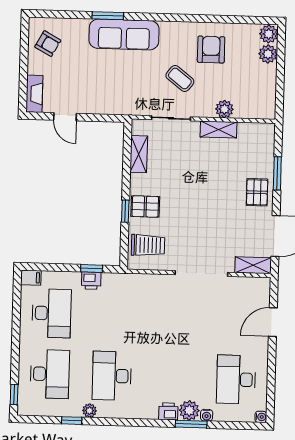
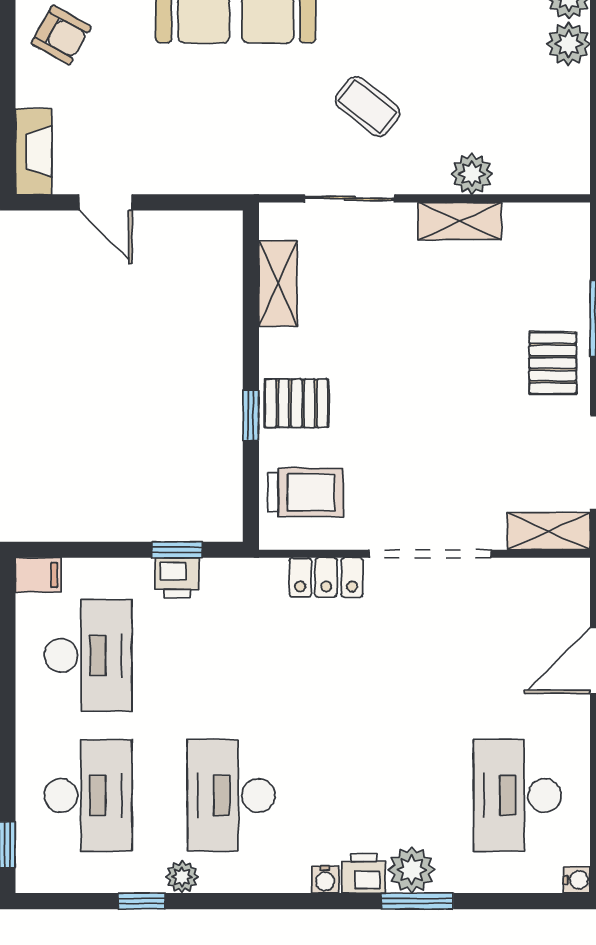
armchair: (211, 50) -> (437, 38), removed
locker: (156, 282) -> (326, 577), added
water cooler: (207, 415) -> (325, 879), moved

